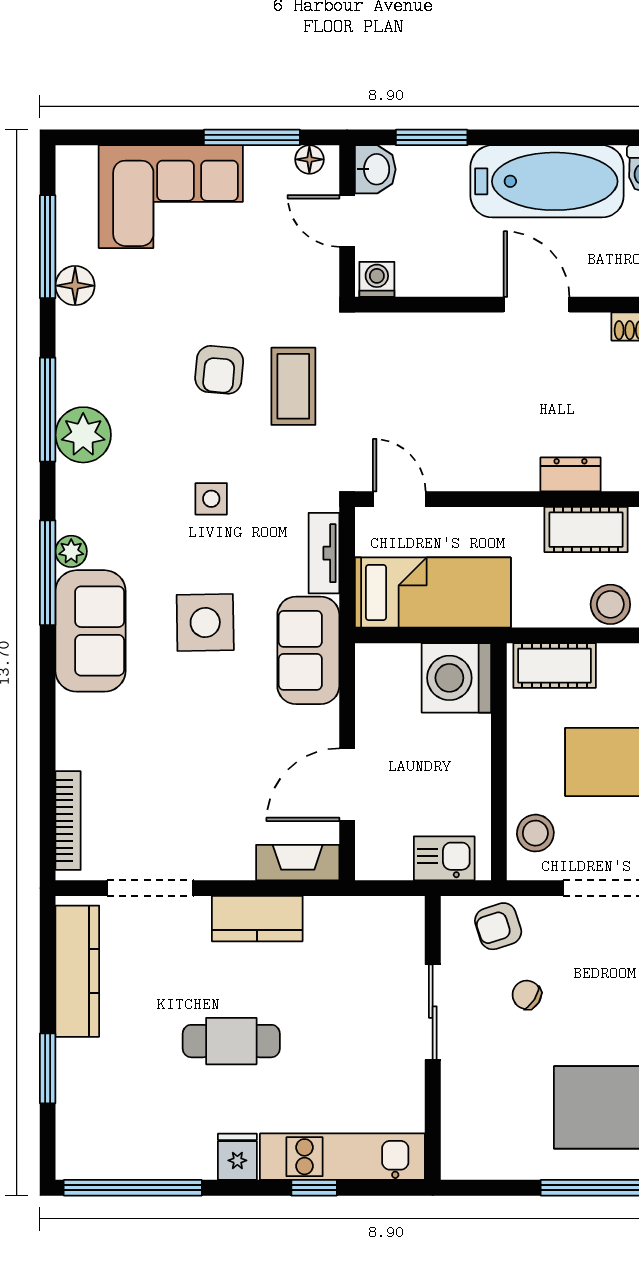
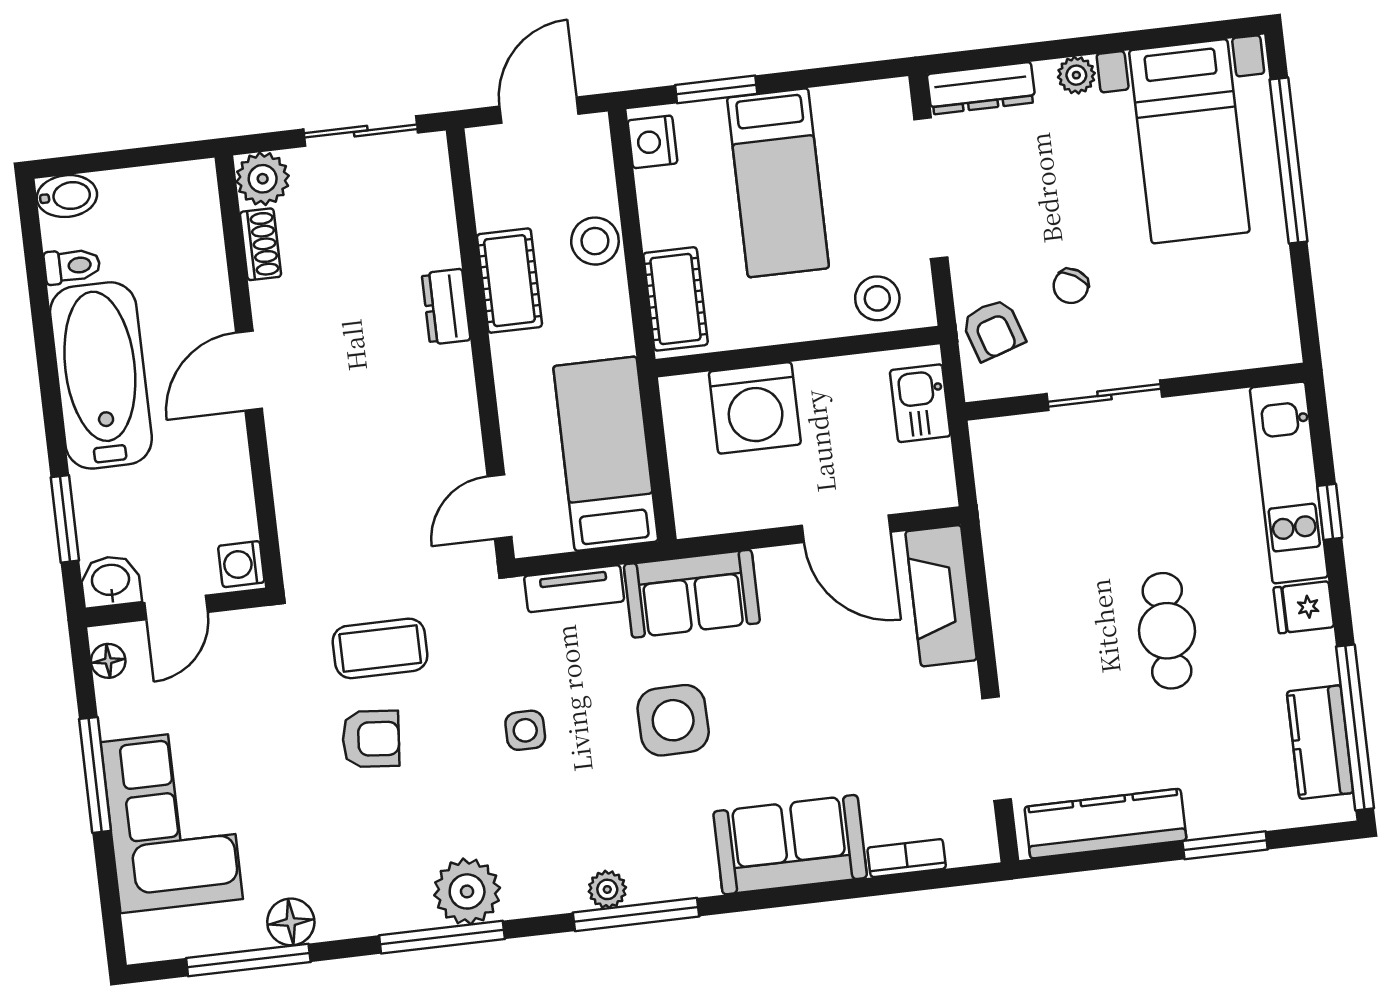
window: (252, 137) -> (95, 775), moved
sofa: (91, 631) -> (790, 845), moved
washing machine: (456, 678) -> (755, 408), moved
bookcase: (68, 821) -> (907, 858), width x0.64
fireplace: (298, 863) -> (941, 596), width x1.37, depth x1.32
kitchen counter: (257, 919) -> (1320, 742), moved, turned 180

